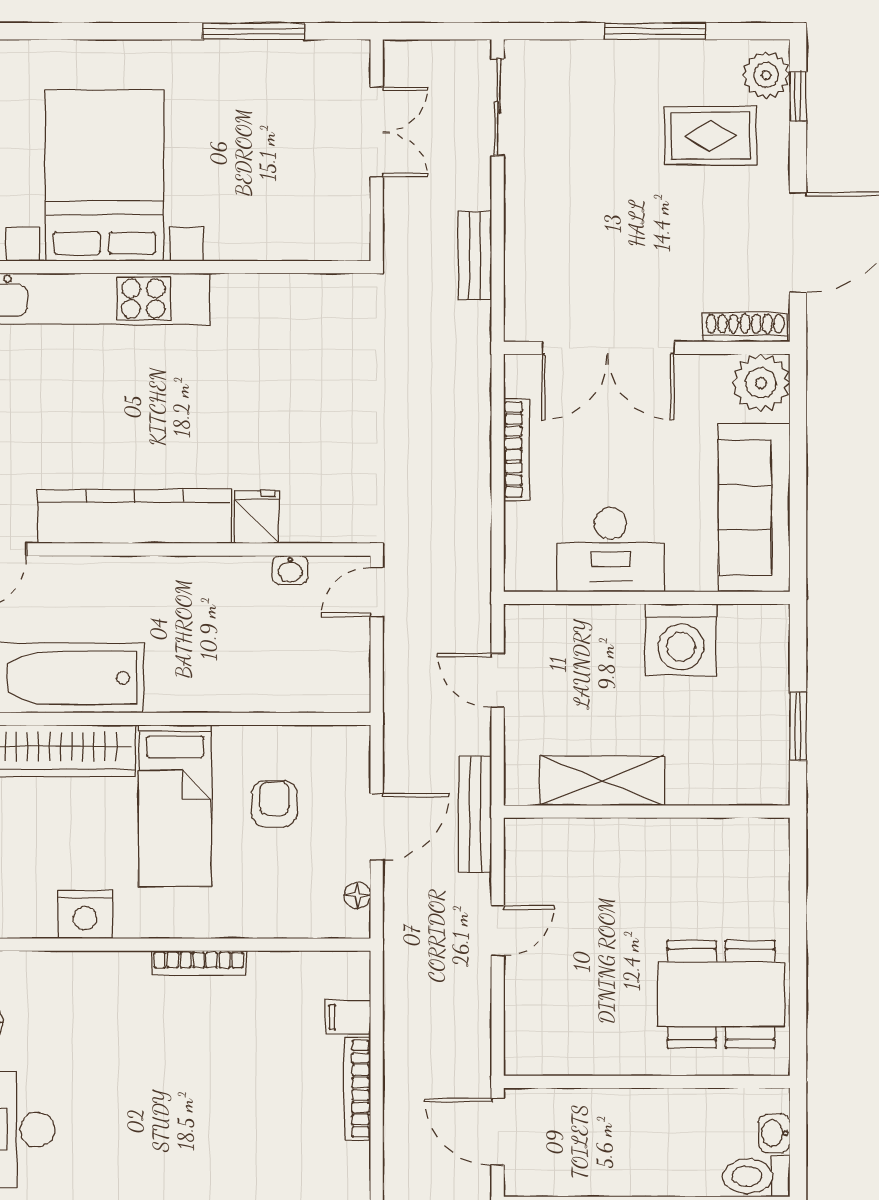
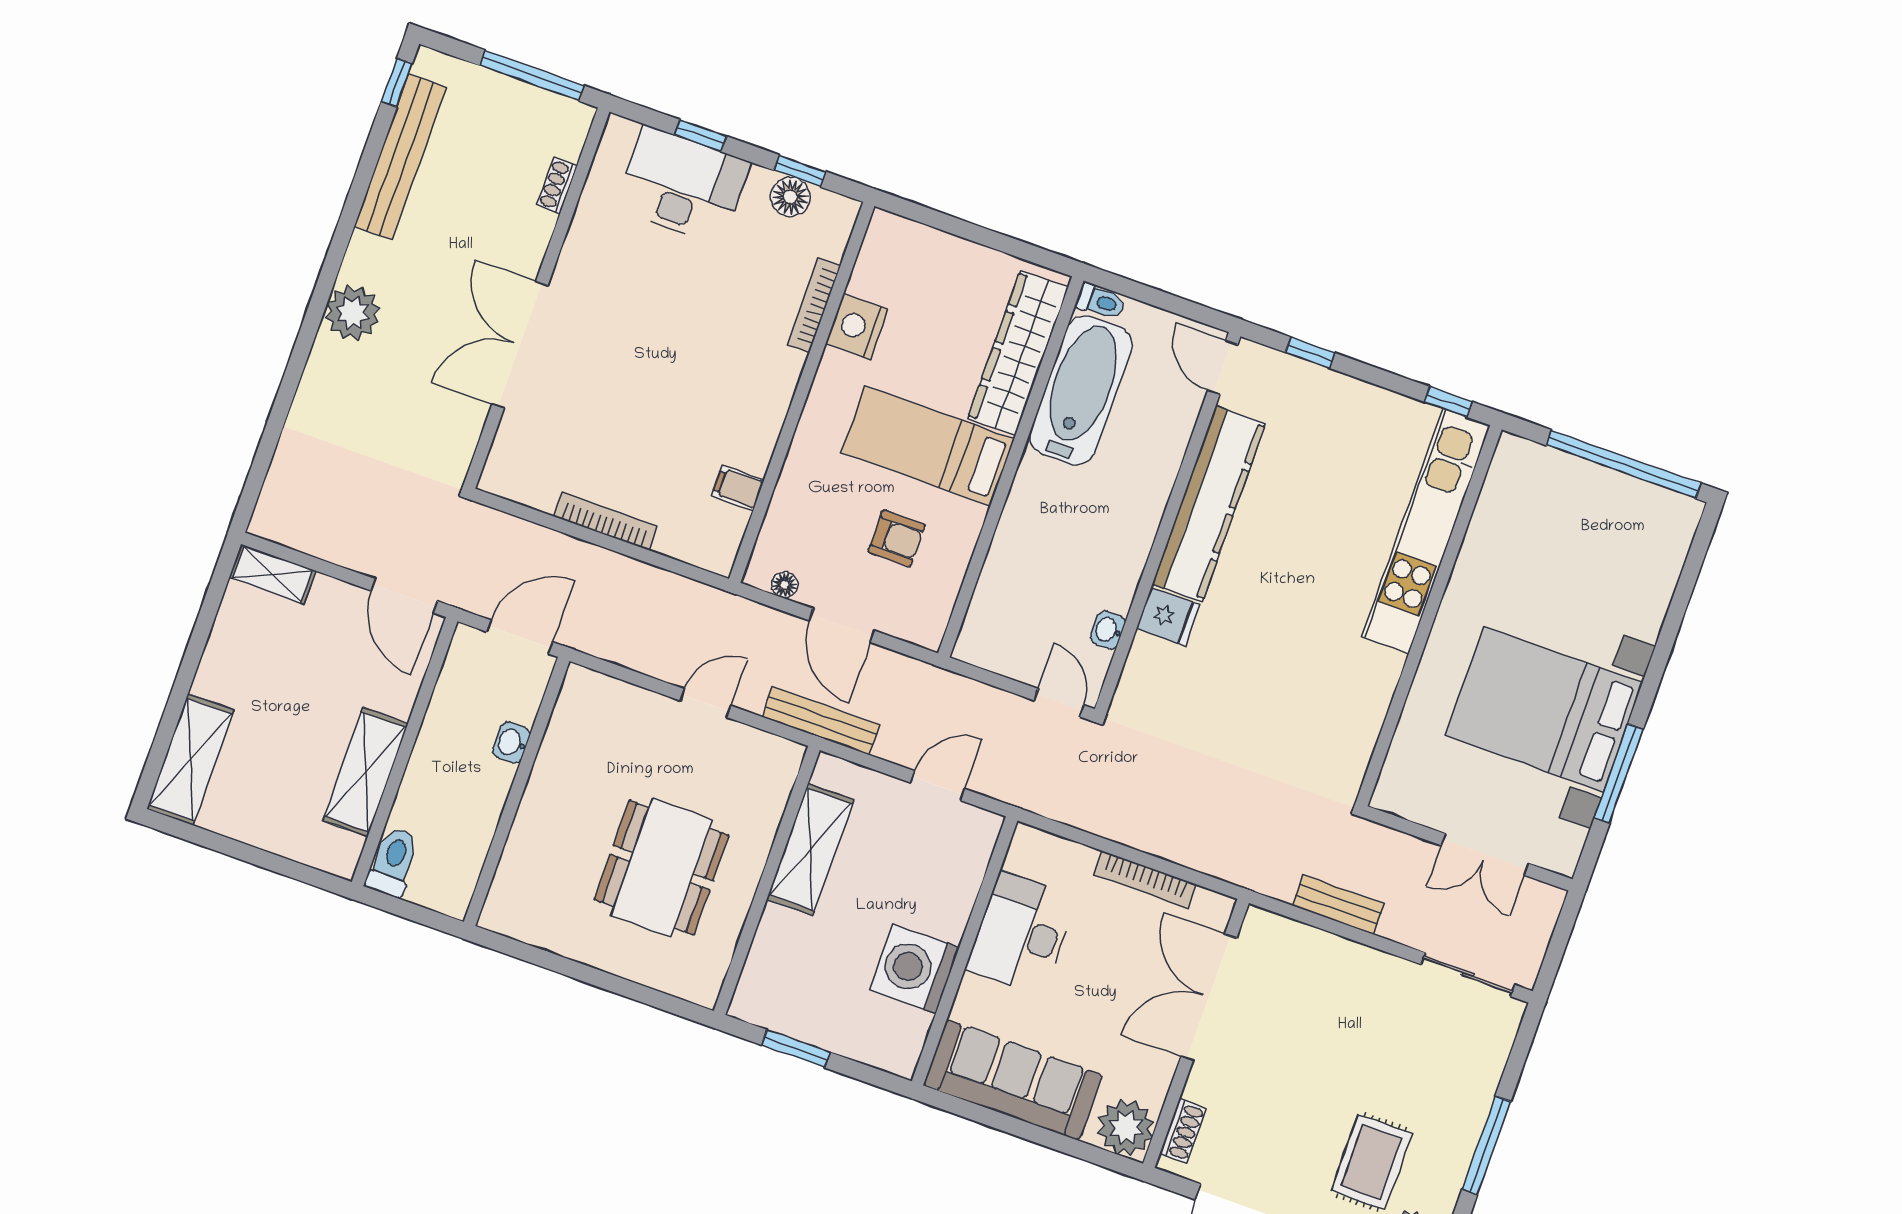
bed with nightstands: (105, 175) -> (1544, 709), moved, turned 180
shoe rack: (745, 327) -> (1183, 1131), width x0.70
door: (498, 931) -> (706, 703), swing flipped
bookcase: (199, 963) -> (814, 305), moved
dining table: (721, 994) -> (662, 868), moved
filing cabinet: (348, 1017) -> (738, 488), moved, turned -90
washbasin: (774, 1133) -> (511, 743), moved, turned -90

